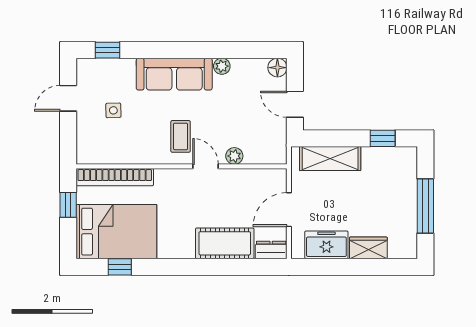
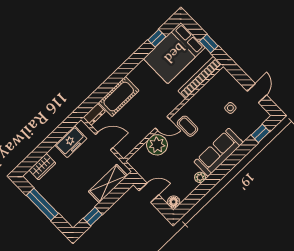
plant: (234, 156) -> (157, 145), width x1.87, depth x1.87
door: (289, 210) -> (104, 141), hinge flipped
wardrobe: (368, 248) -> (42, 167), moved

